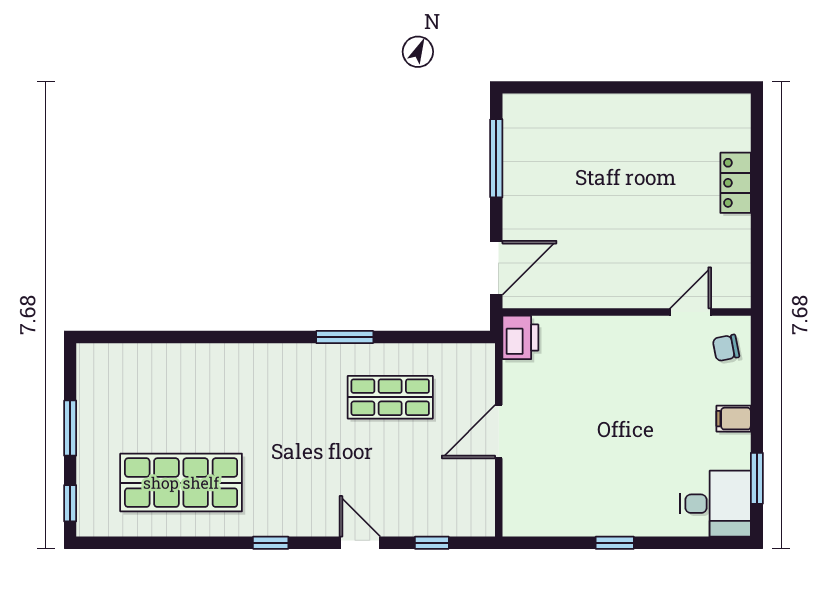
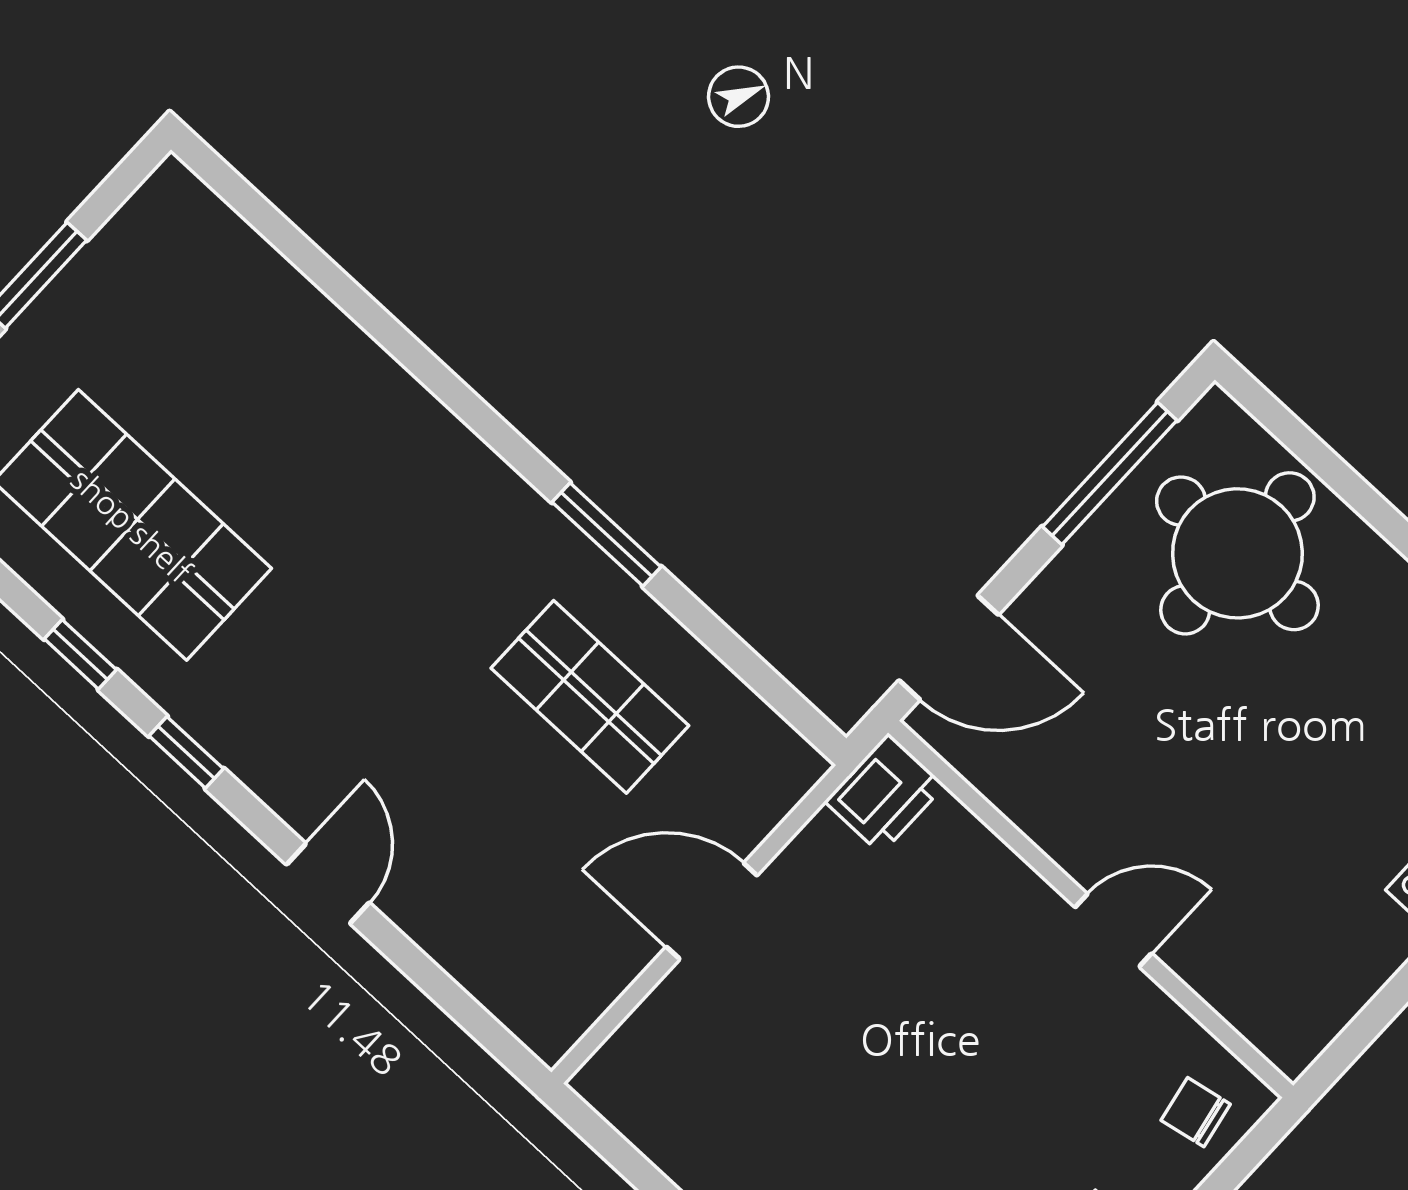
round table: (565, 145) -> (1237, 553), added
door: (691, 312) -> (1113, 930), moved
window: (432, 543) -> (80, 654), moved

